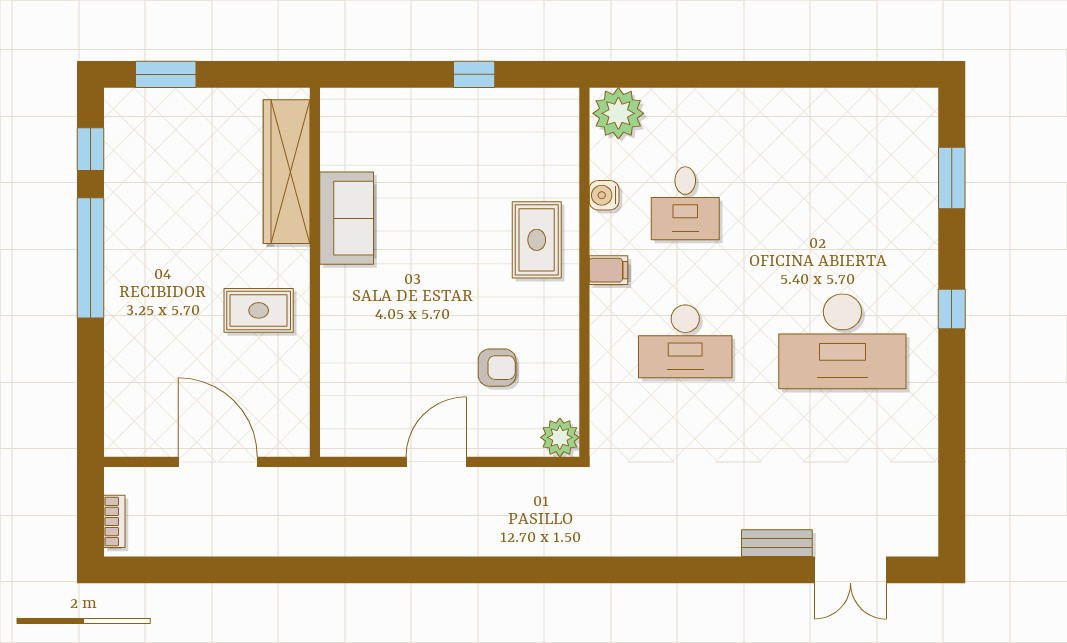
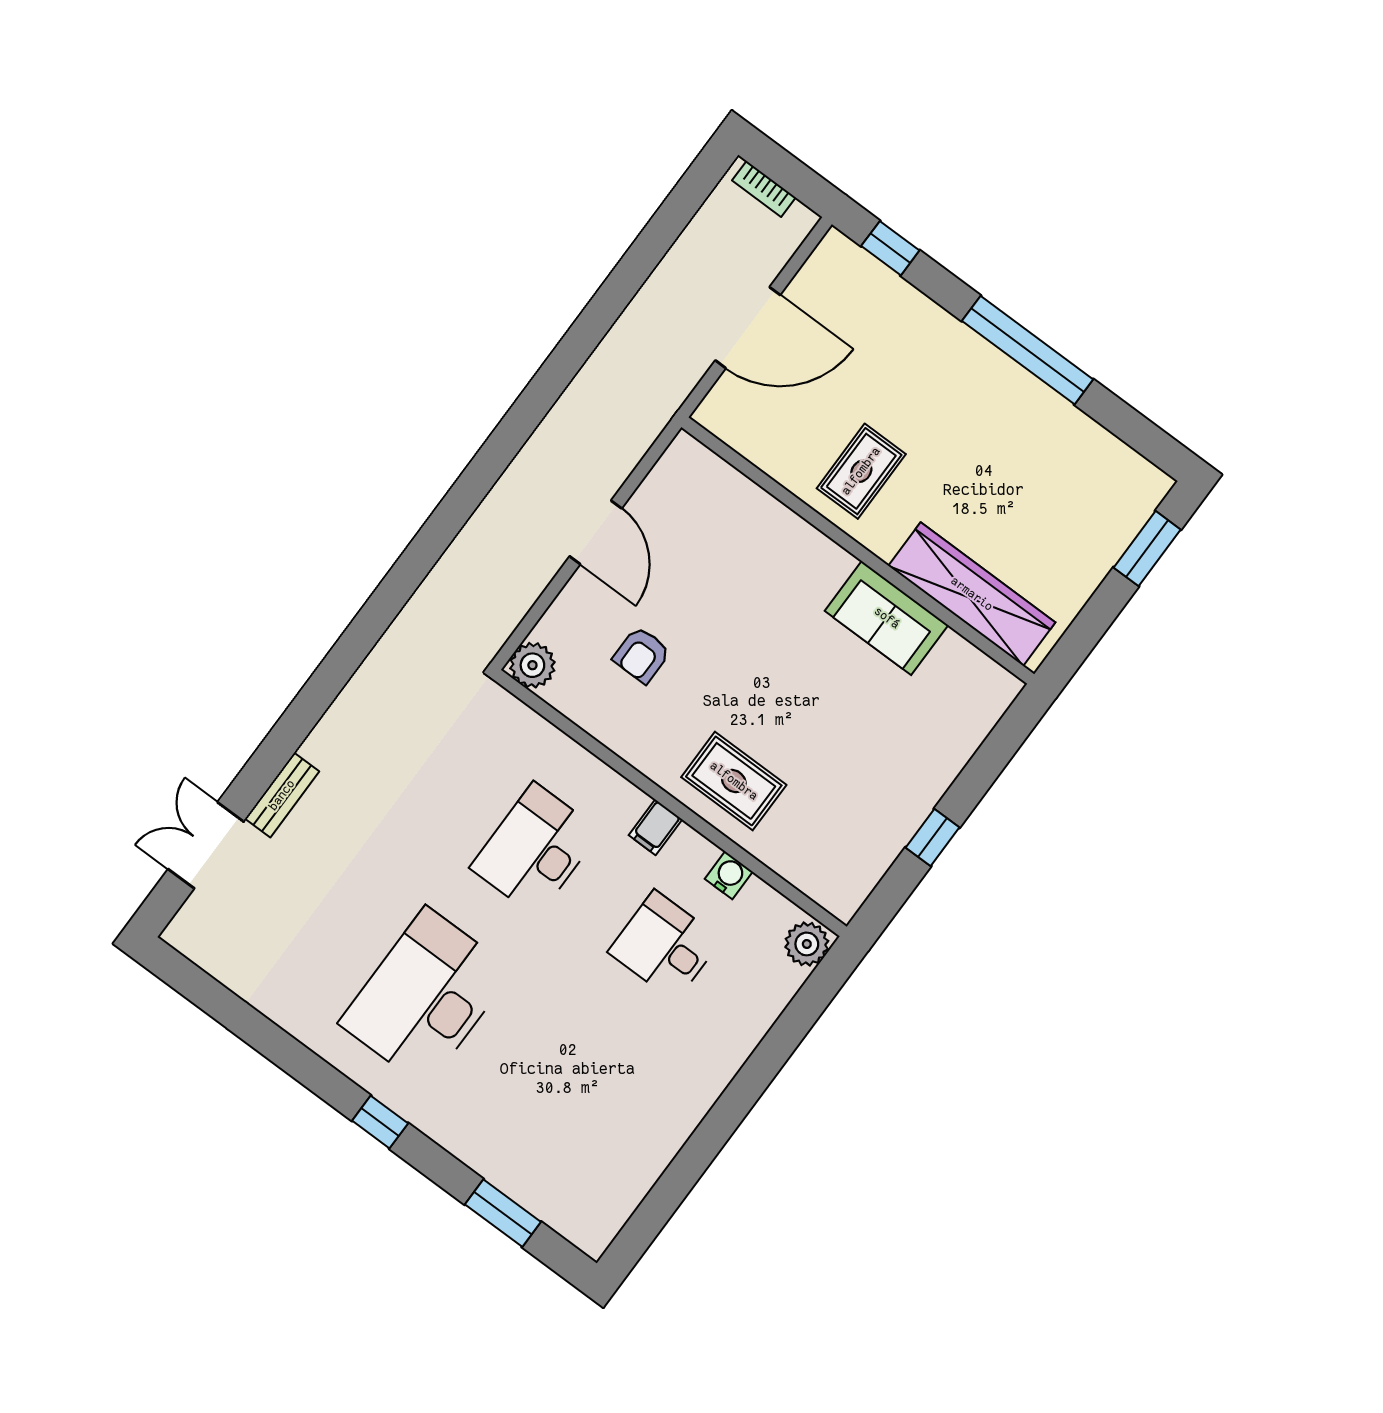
plant: (618, 113) -> (807, 944), width x0.73, depth x0.73
window: (90, 149) -> (890, 248), moved

